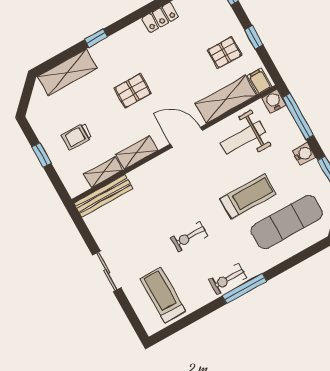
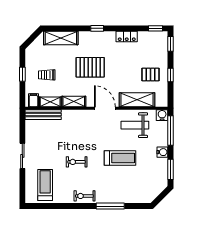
window: (96, 38) -> (97, 28), moved
filing cabinet: (259, 81) -> (33, 100), moved
pallet: (133, 91) -> (90, 67), width x1.50, depth x1.42
exercise mat: (287, 222) -> (133, 183), removed
window: (245, 288) -> (110, 206), moved

